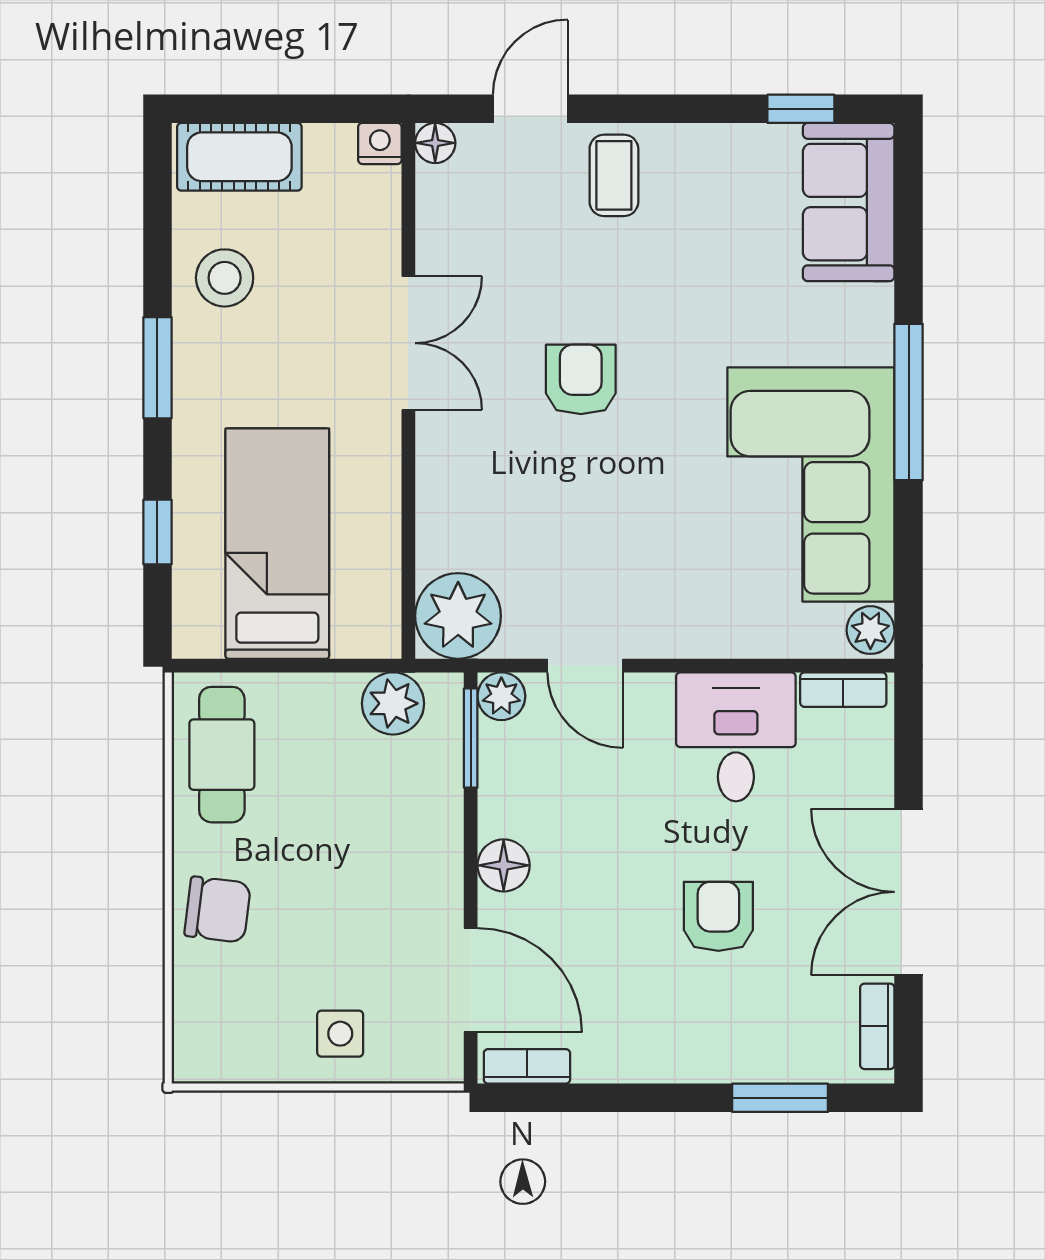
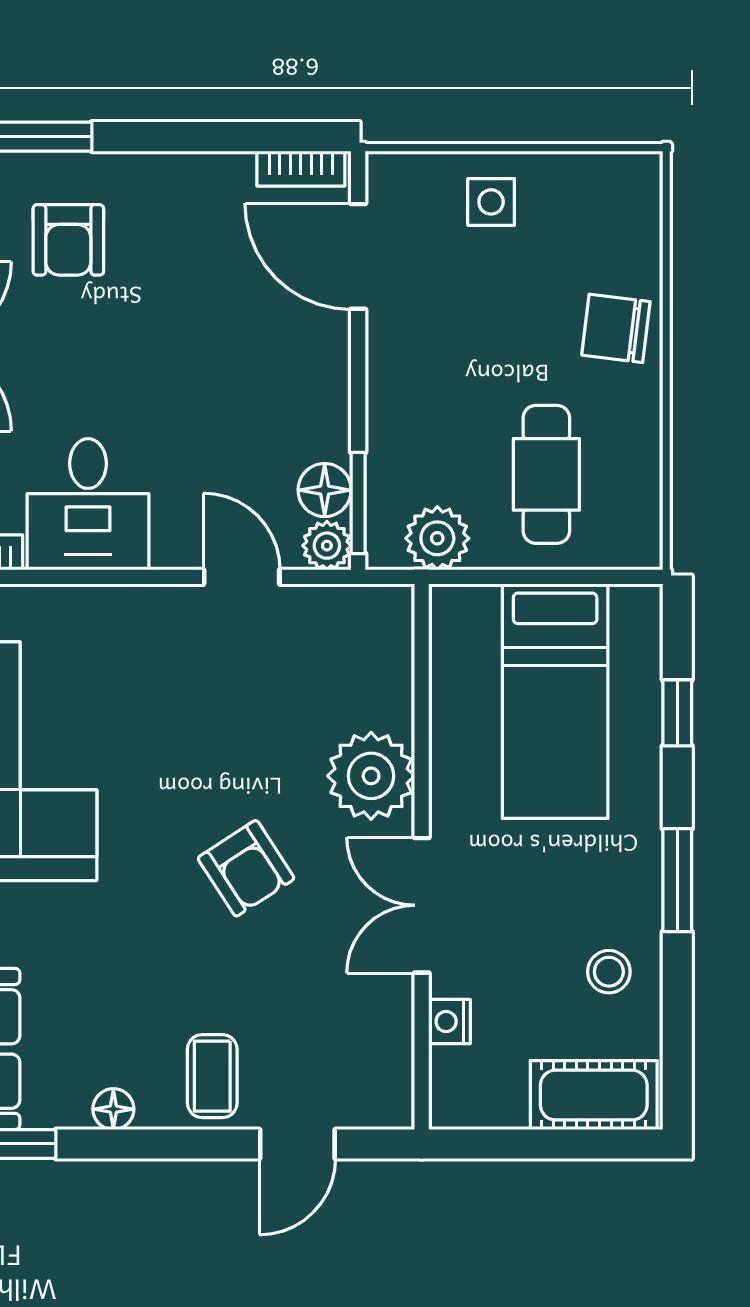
nightstand: (380, 143) -> (449, 1022), moved, turned 90
floor lamp: (435, 143) -> (113, 1109), moved
stool: (225, 278) -> (609, 972), width x0.73, depth x0.73
armchair: (581, 379) -> (246, 868), turned -33
plant: (458, 616) -> (371, 776), moved
cafe table: (222, 755) -> (546, 474), moved
floor lamp: (504, 865) -> (325, 490), moved
armchair: (718, 916) -> (68, 240), moved

